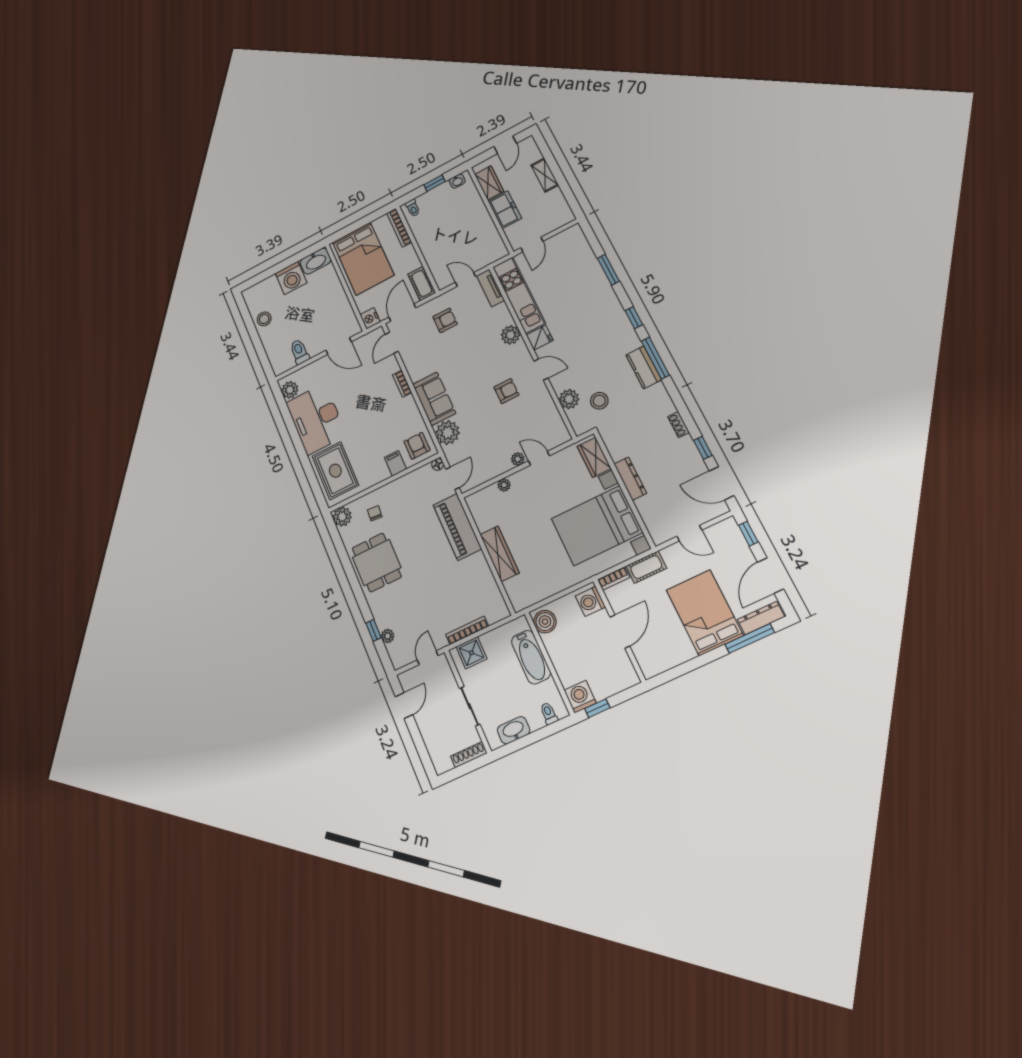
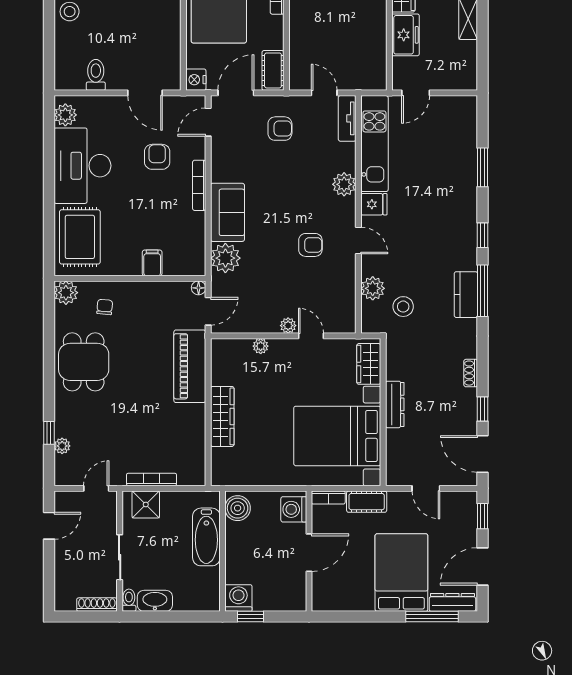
bookcase: (402, 384) -> (199, 185), width x1.56
armchair: (417, 446) -> (157, 157), moved
toilet: (549, 713) -> (129, 600), moved

